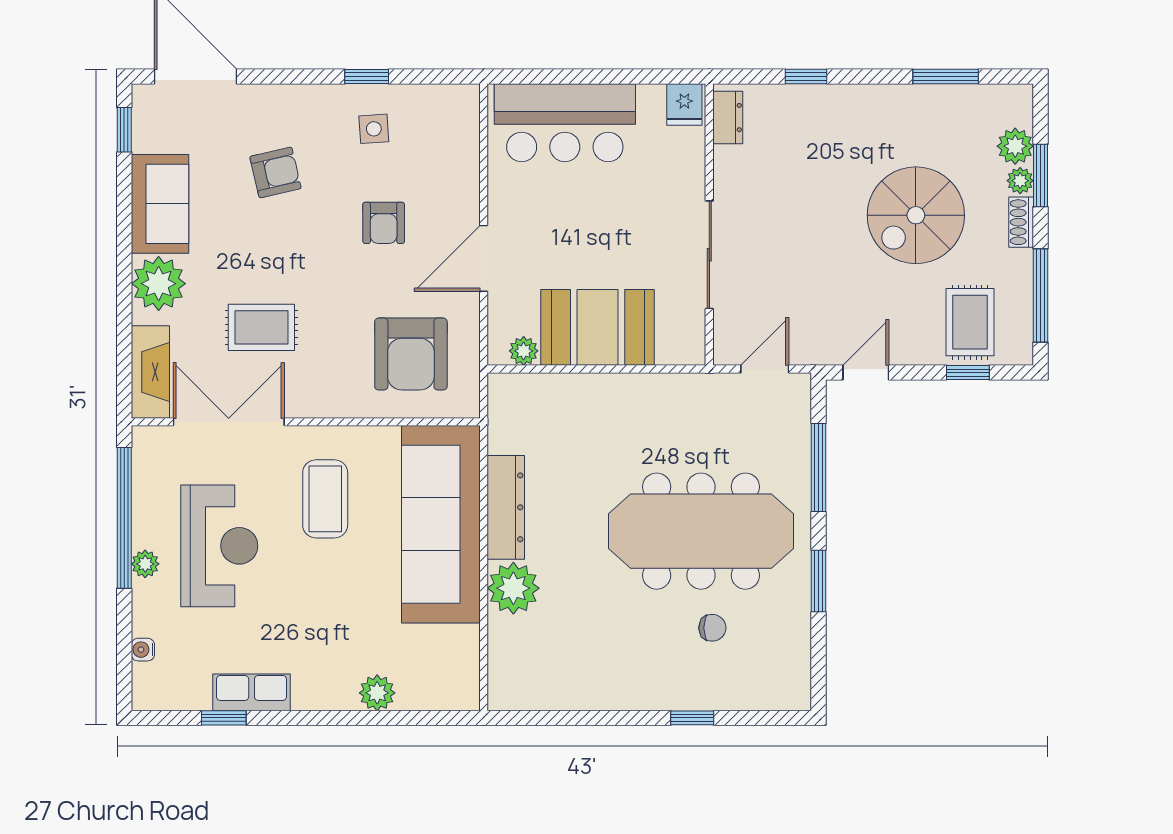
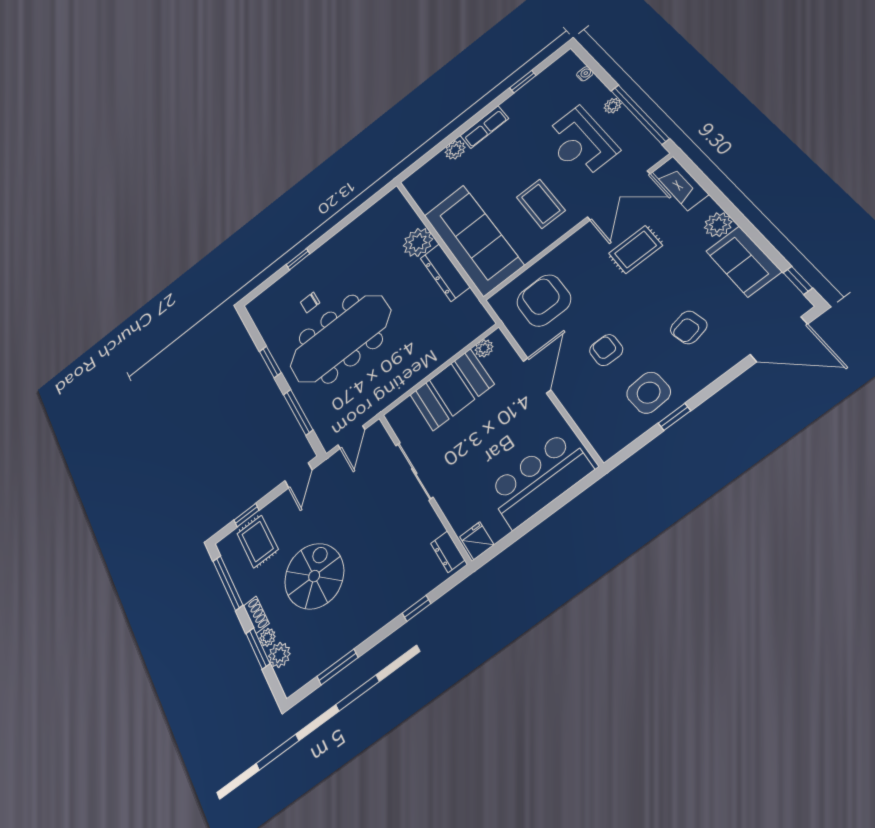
side table: (374, 129) -> (649, 393), width x1.87, depth x1.87
plant: (159, 284) -> (718, 225), width x0.73, depth x0.73
row of seats: (252, 692) -> (484, 127), moved

